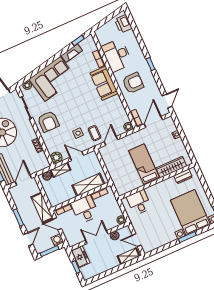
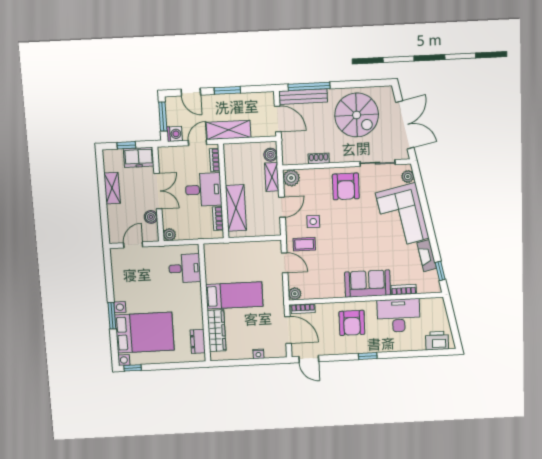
armchair: (48, 122) -> (346, 186), turned -90
shelving: (129, 256) -> (112, 188), moved

